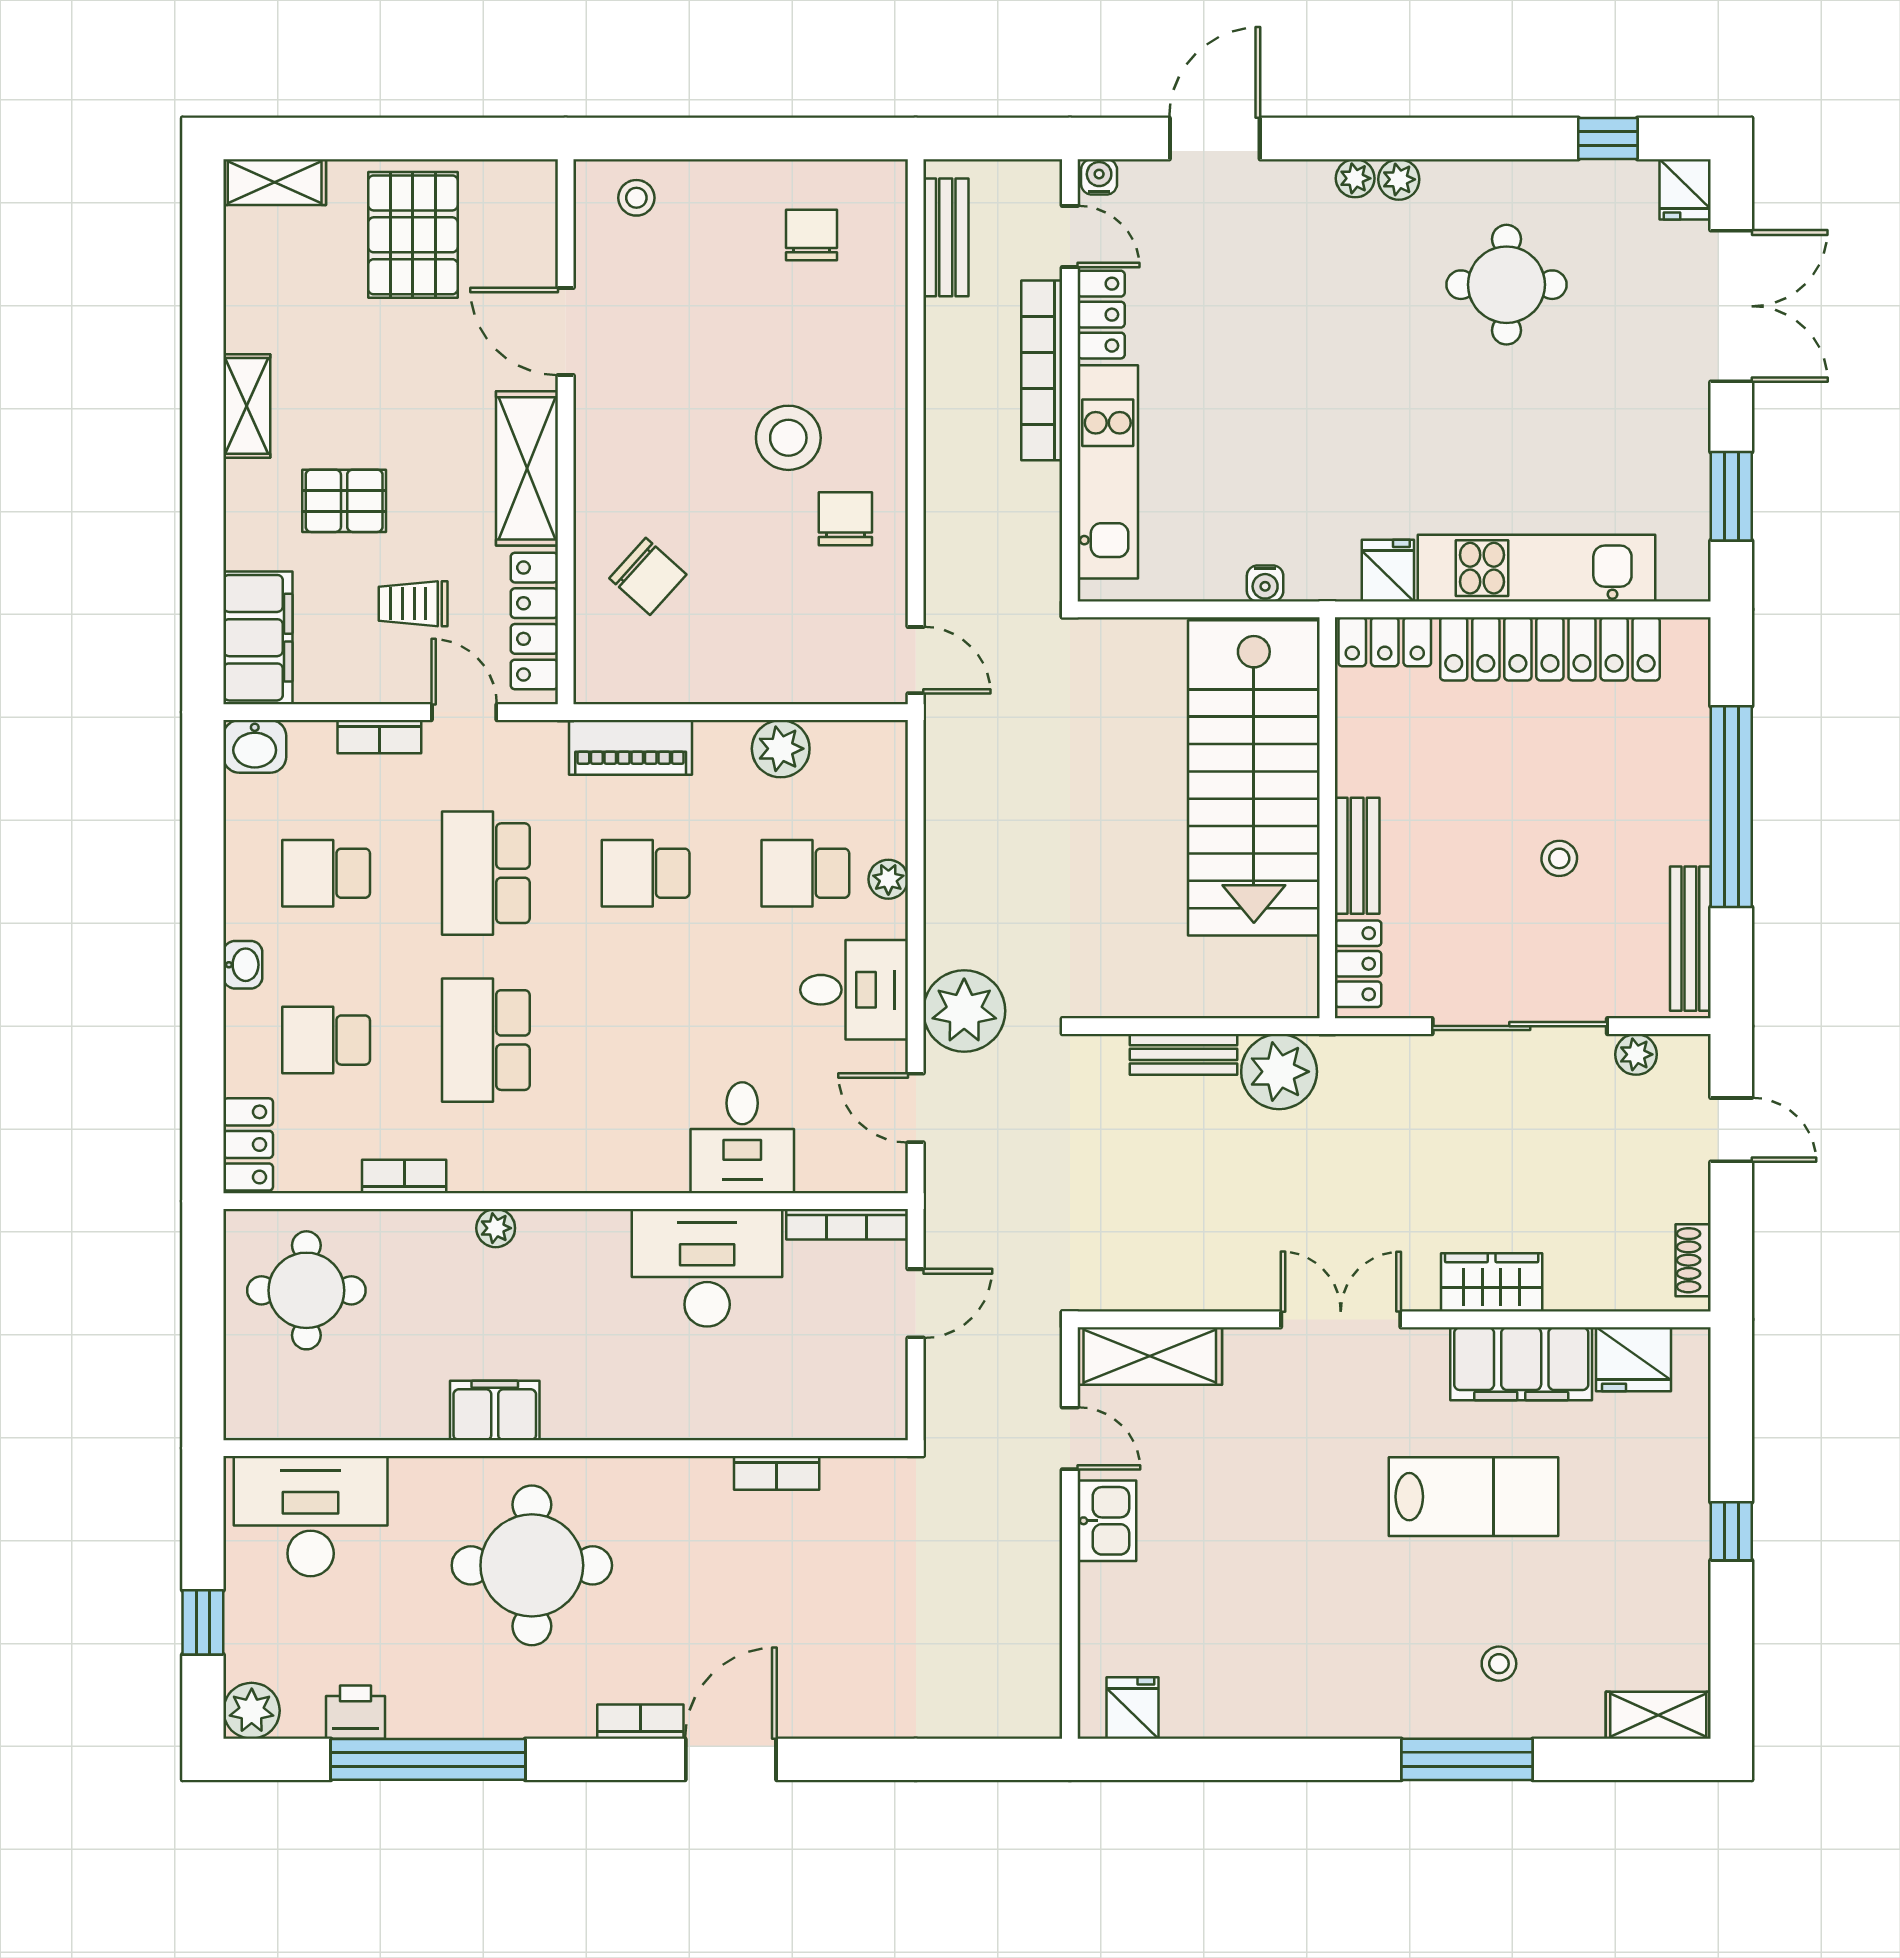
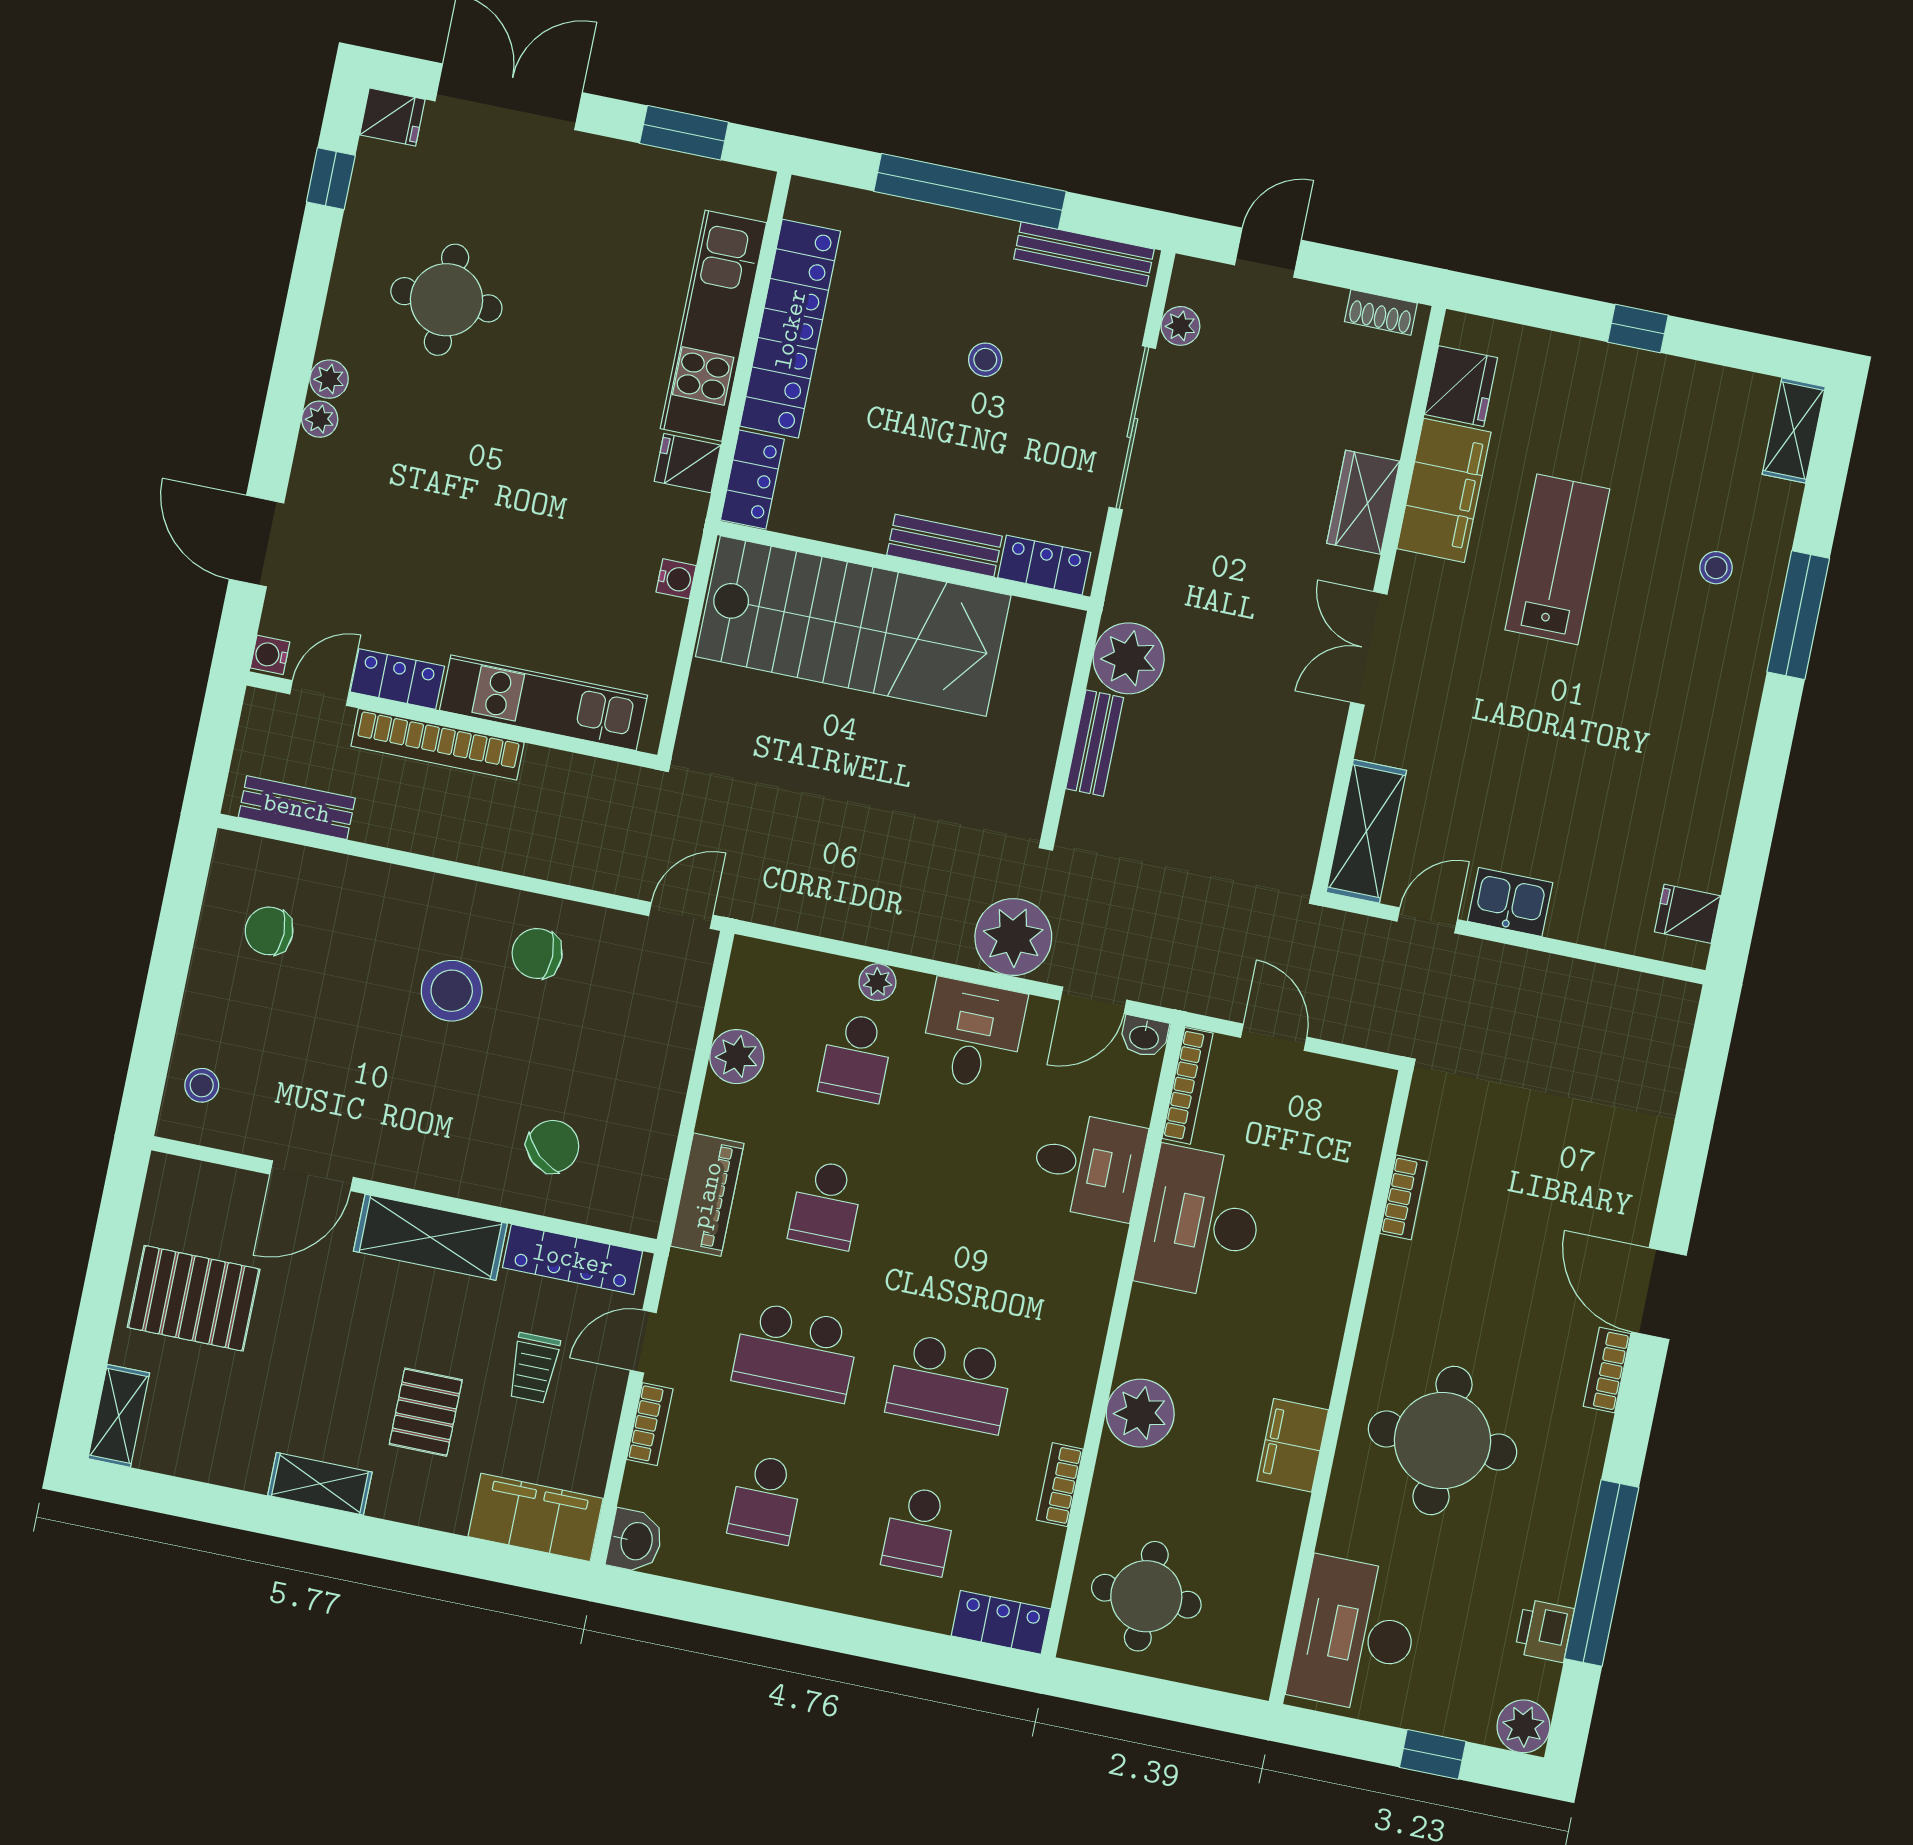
washbasin: (243, 965) -> (1144, 1037), moved, turned 180
plant: (496, 1228) -> (1140, 1413), width x1.88, depth x1.88

